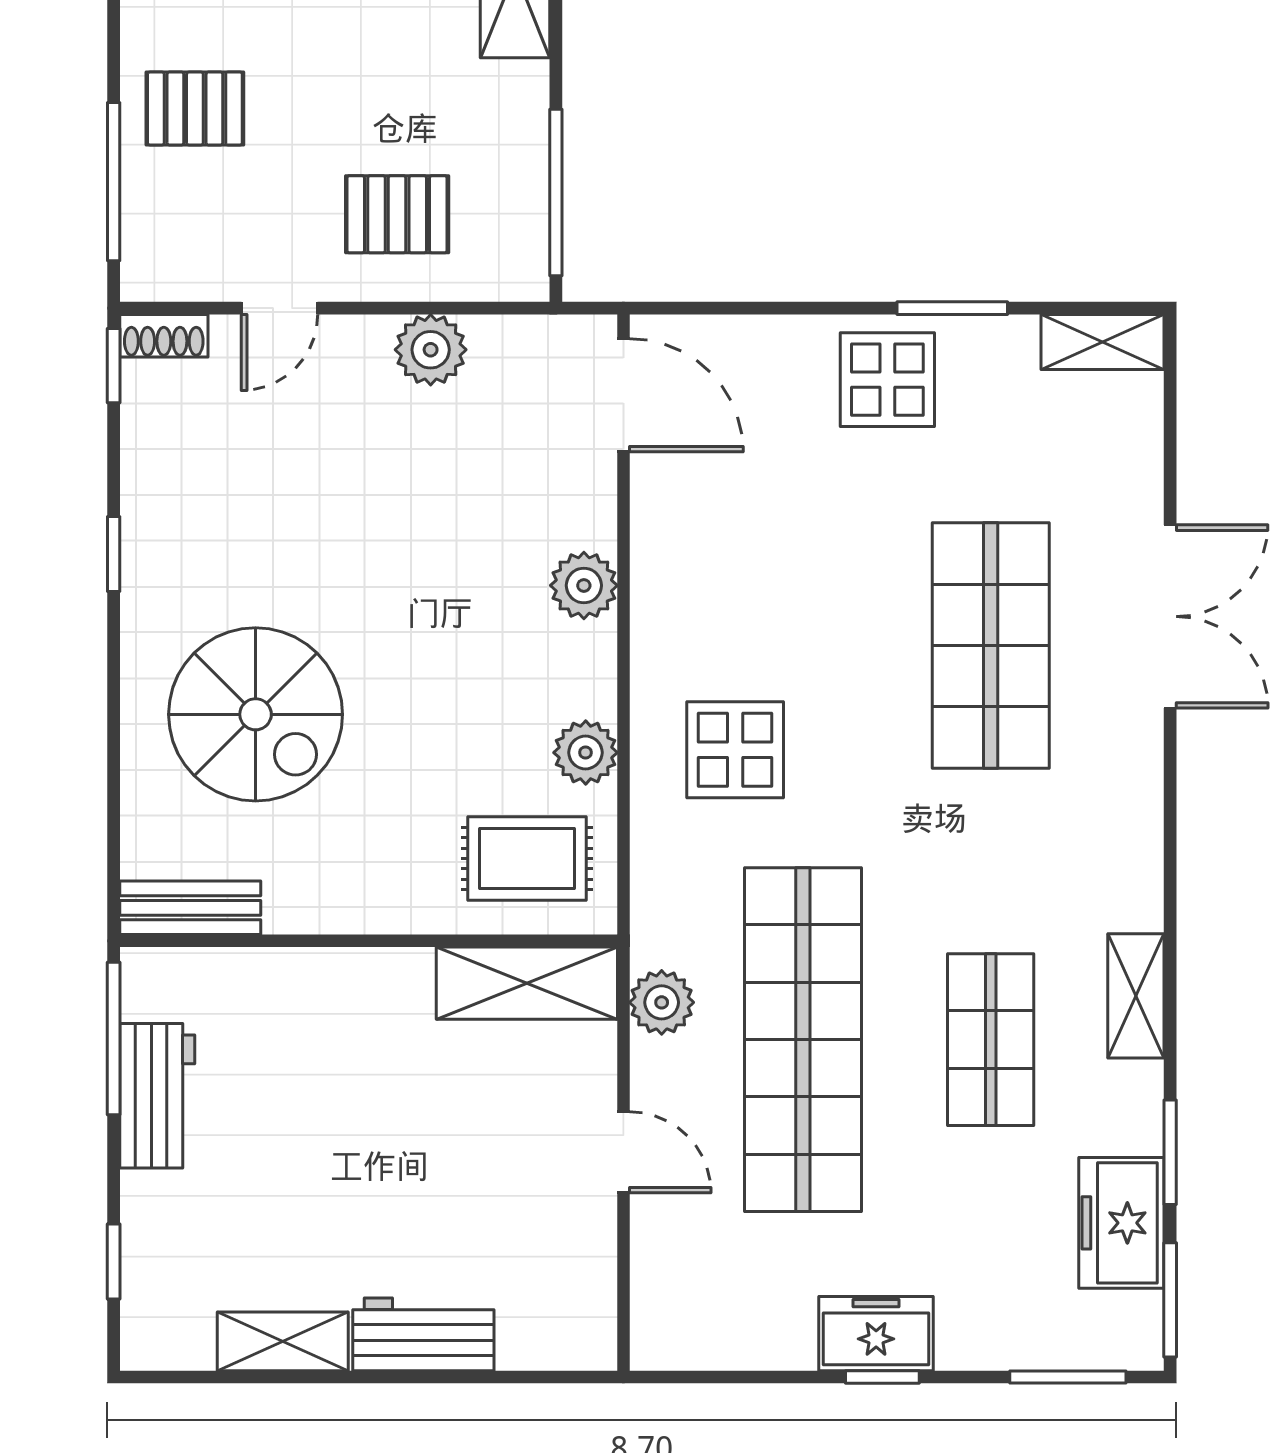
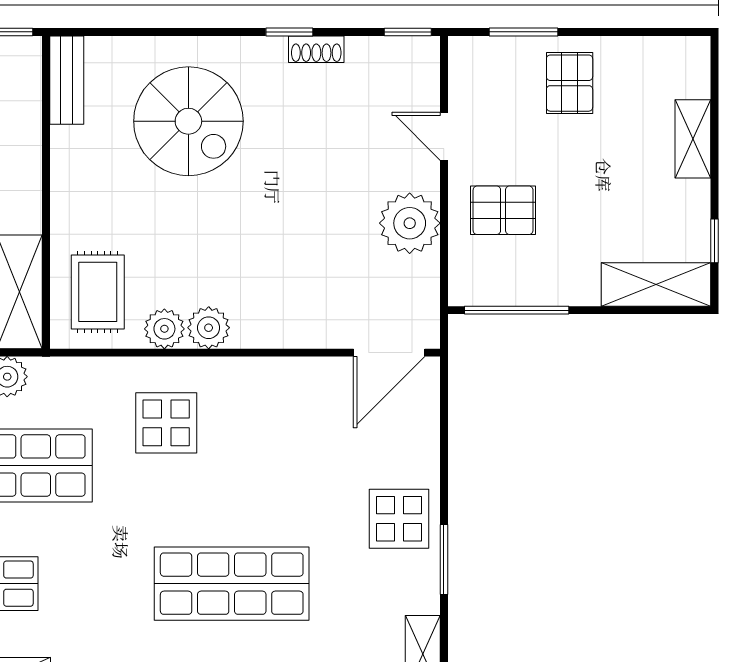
window: (114, 182) -> (524, 32), width x0.69
pallet: (397, 214) -> (503, 210), turned 90
shoe rack: (164, 336) -> (316, 49), moved, turned -90
plant: (431, 350) -> (410, 223), width x1.36, depth x1.36
plant: (584, 585) -> (209, 328), moved
spiral stairs: (256, 714) -> (188, 121), turned -90

